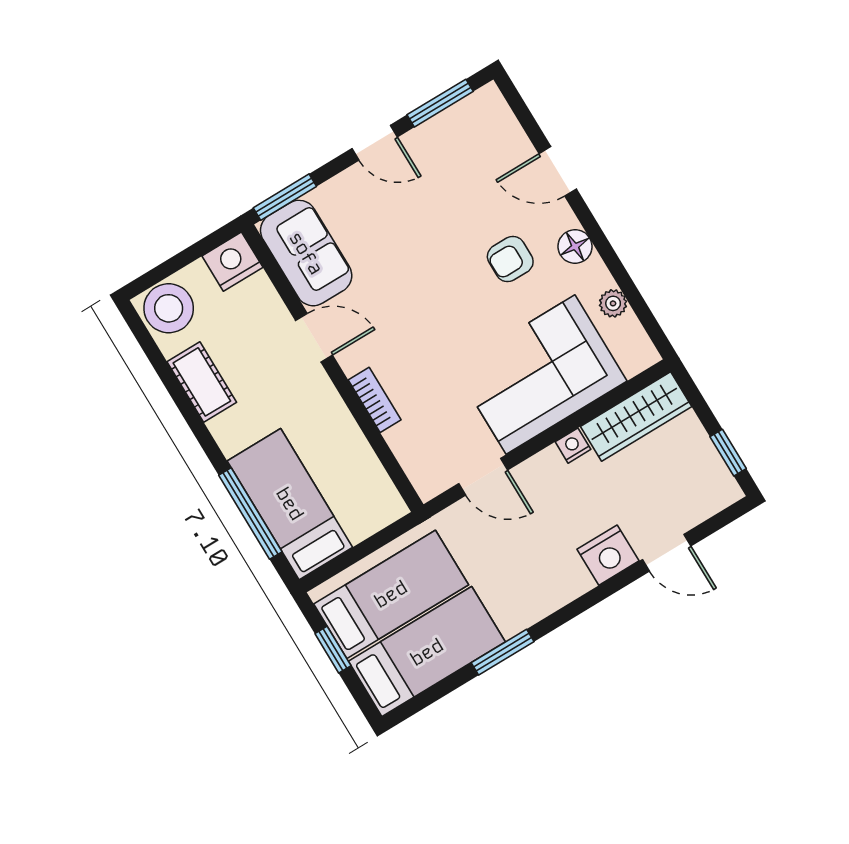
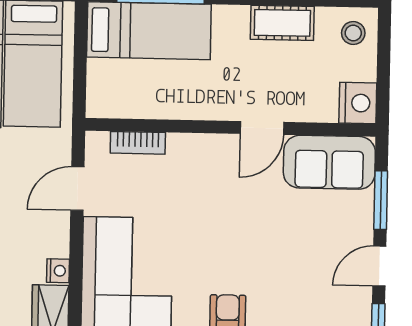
window: (285, 197) -> (381, 200), moved
stool: (169, 308) -> (353, 33), width x0.53, depth x0.53
bookcase: (375, 400) -> (138, 143), moved

